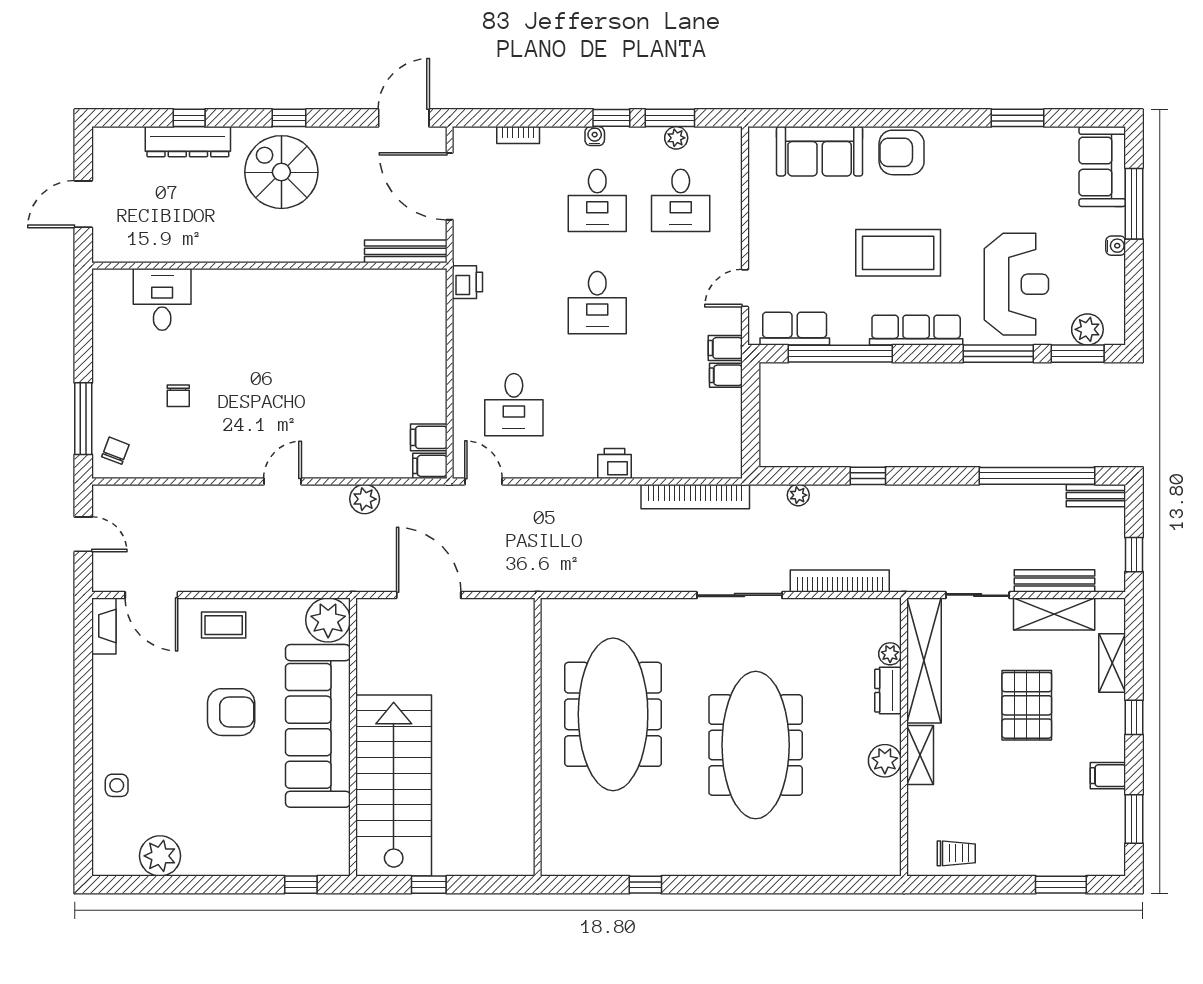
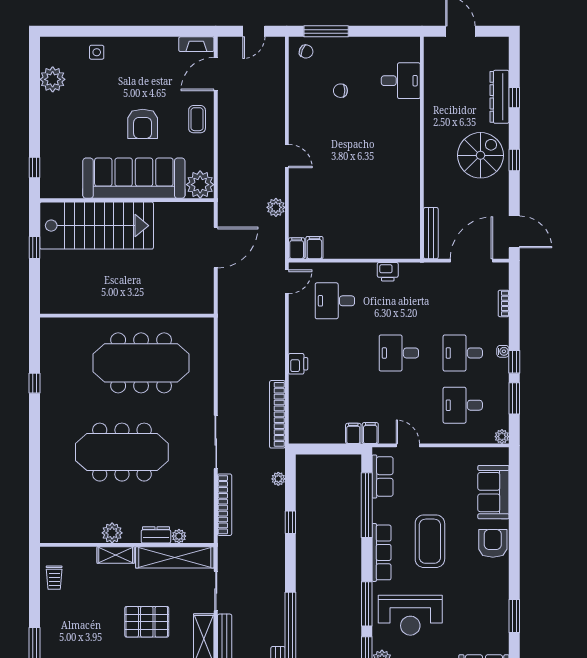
plant: (676, 138) -> (502, 437), moved
printer: (467, 282) -> (388, 272), moved

